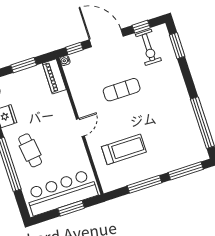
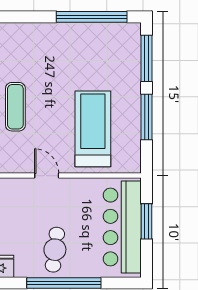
treadmill: (124, 149) -> (93, 129), width x1.37, depth x1.38
cafe table: (30, 150) -> (55, 250), turned -76

